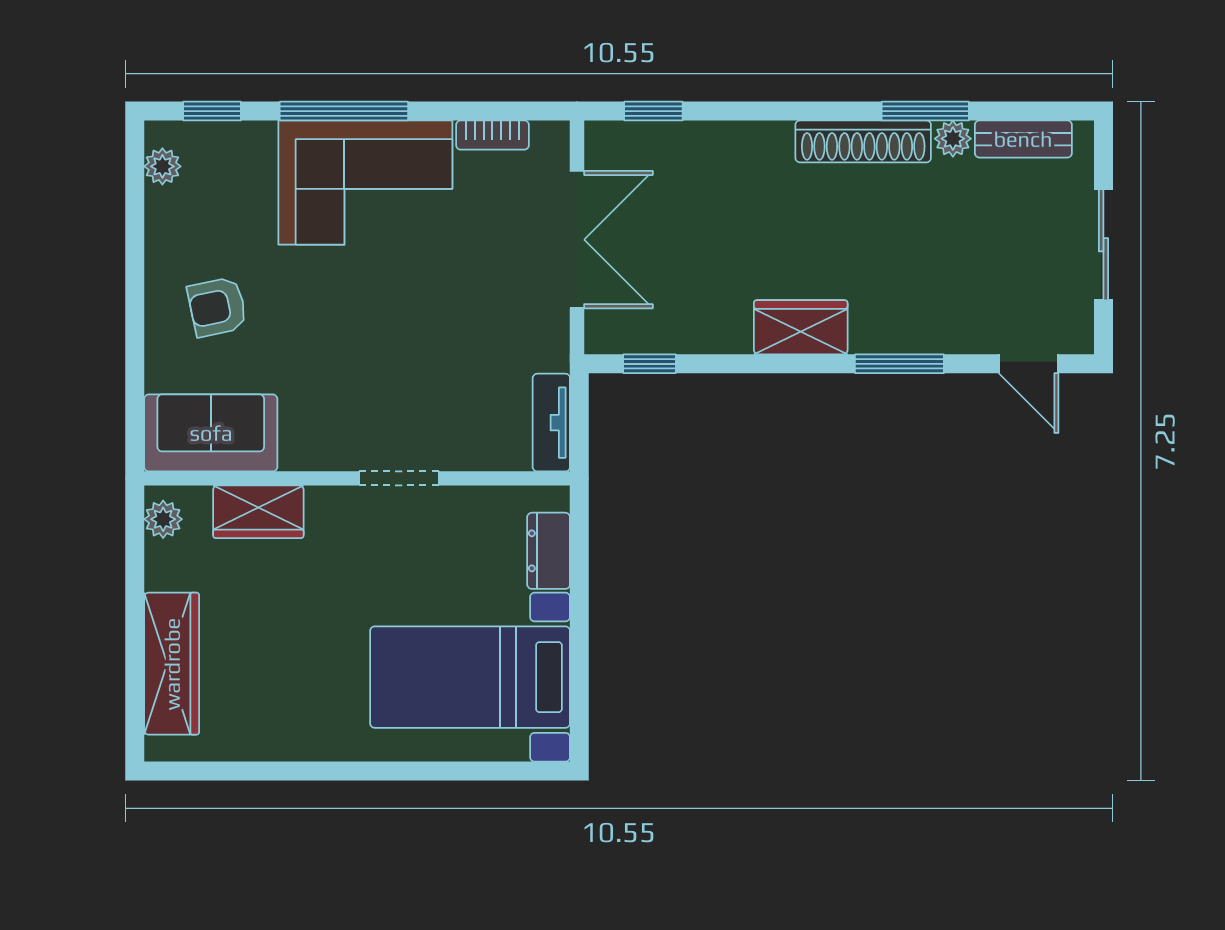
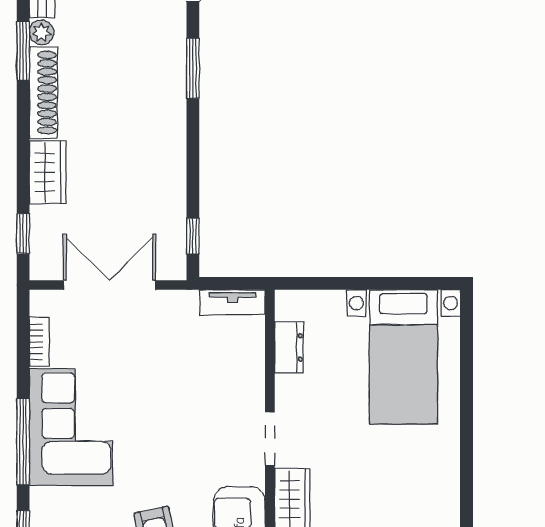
wardrobe: (801, 327) -> (48, 172), moved, turned 180
doorway: (399, 478) -> (270, 439), moved
dresser: (549, 551) -> (289, 347), moved, turned -90

